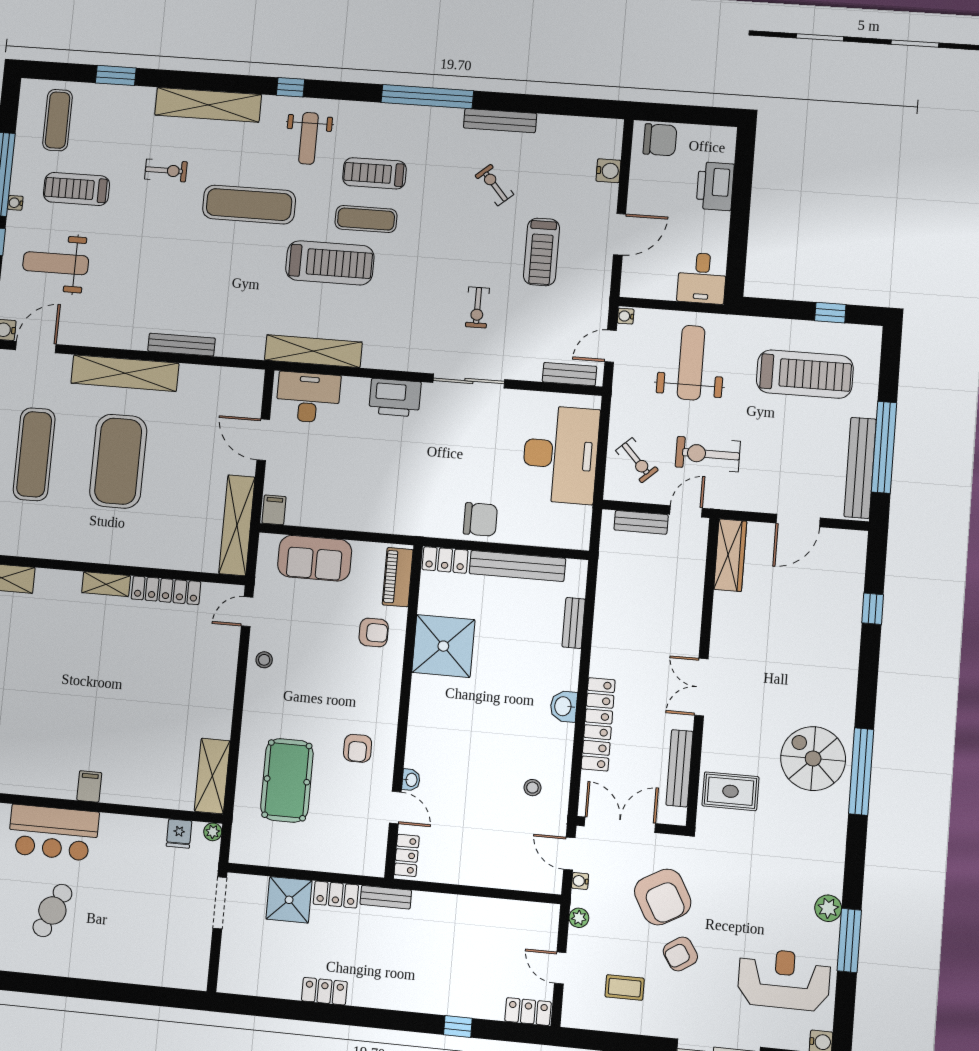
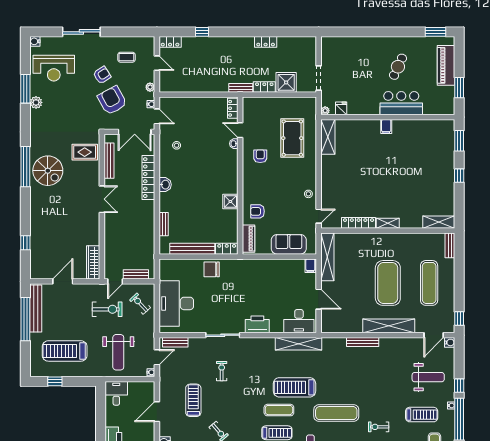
shower: (443, 646) -> (230, 201), width x0.54, depth x0.54

